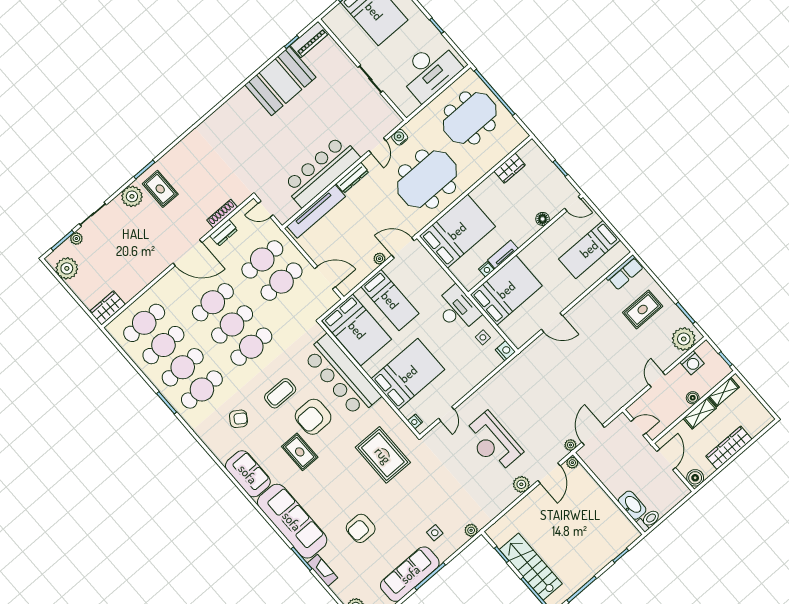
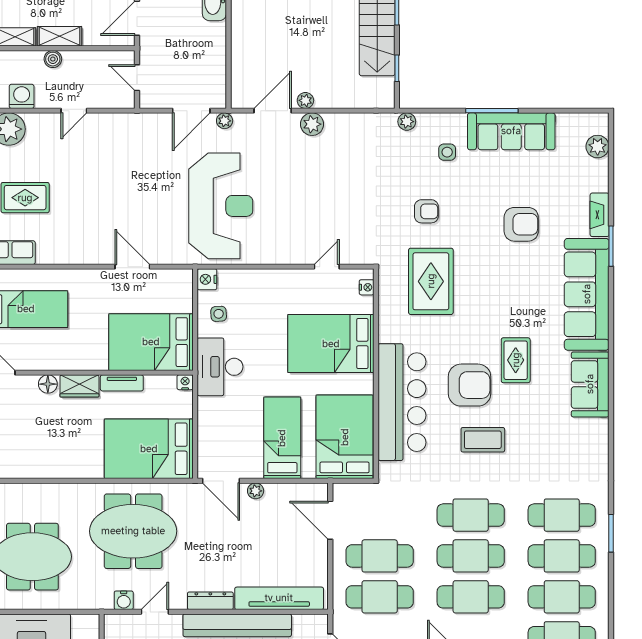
wardrobe: (510, 168) -> (79, 386), moved, turned 180
nightstand: (486, 269) -> (185, 382), moved
armchair: (238, 419) -> (426, 211), moved, turned 146
reception desk: (493, 442) -> (221, 206), moved, width x1.36, depth x1.30
plant: (572, 463) -> (305, 100), moved

